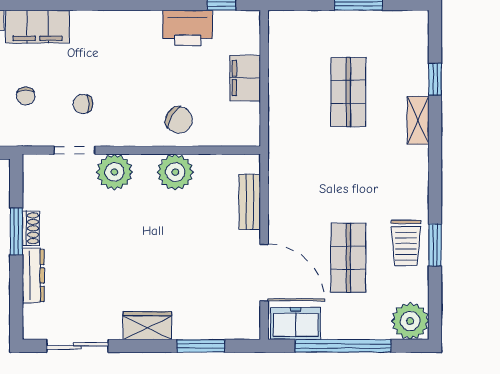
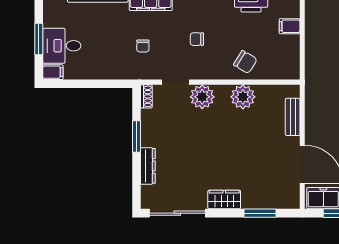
filing cabinet: (245, 78) -> (290, 26), width x0.50
chair: (83, 104) -> (197, 39), moved
shoe rack: (31, 228) -> (146, 96), moved
sliding door: (77, 346) -> (177, 213), width x1.37

